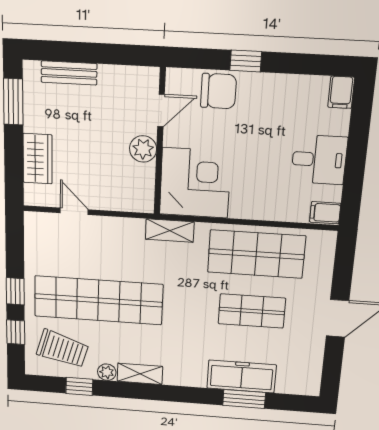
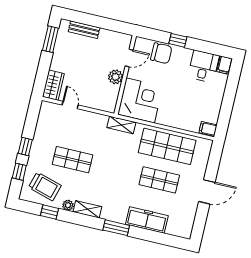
wardrobe: (38, 159) -> (53, 85), moved
desk: (319, 160) -> (204, 66), moved, turned -90
shop shelf: (98, 300) -> (73, 160), width x0.50, depth x0.74
window: (244, 399) -> (116, 228), moved

